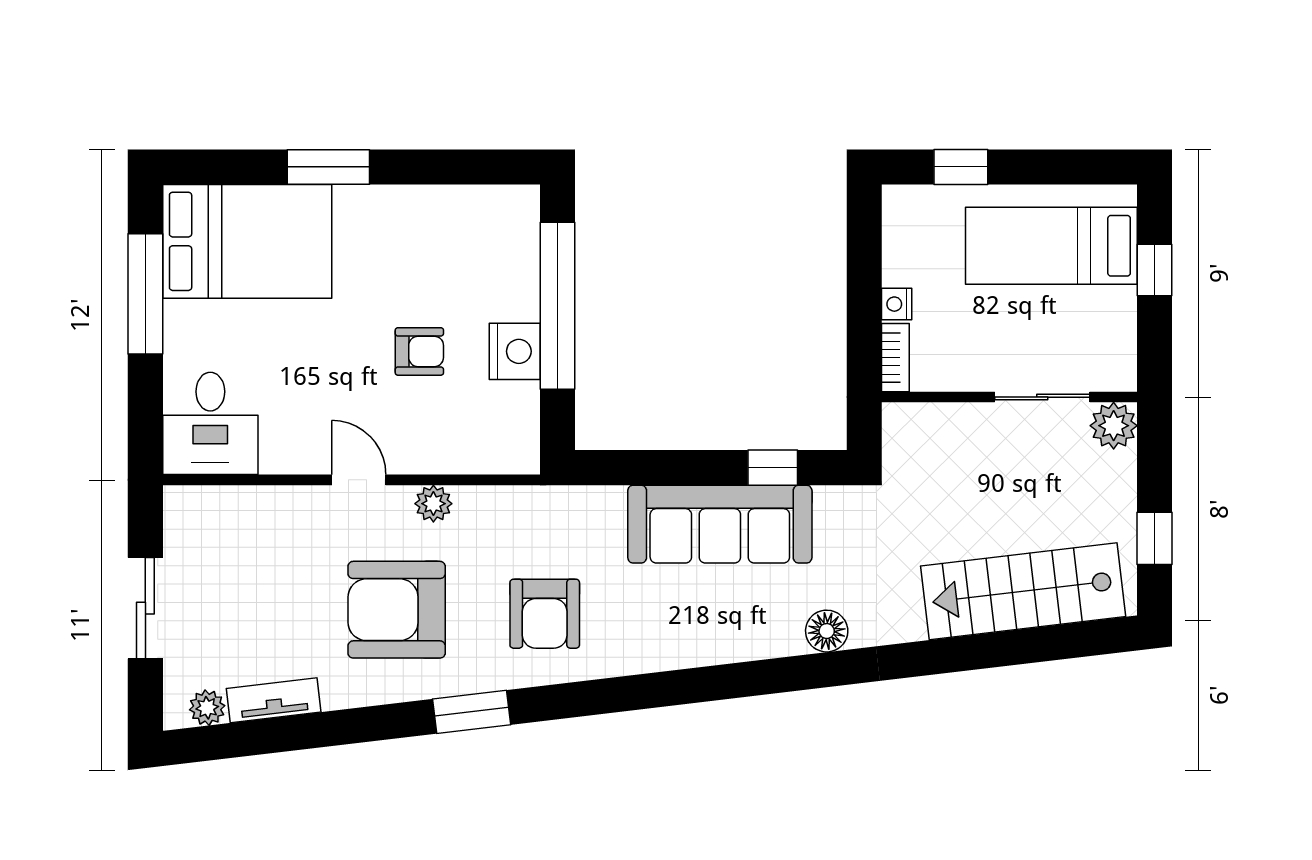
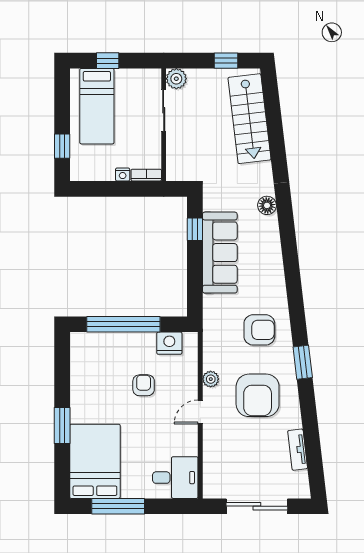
nightstand: (515, 351) -> (169, 343), moved
sliding door: (145, 608) -> (257, 506), width x1.37
plant: (207, 708) -> (301, 479), removed

